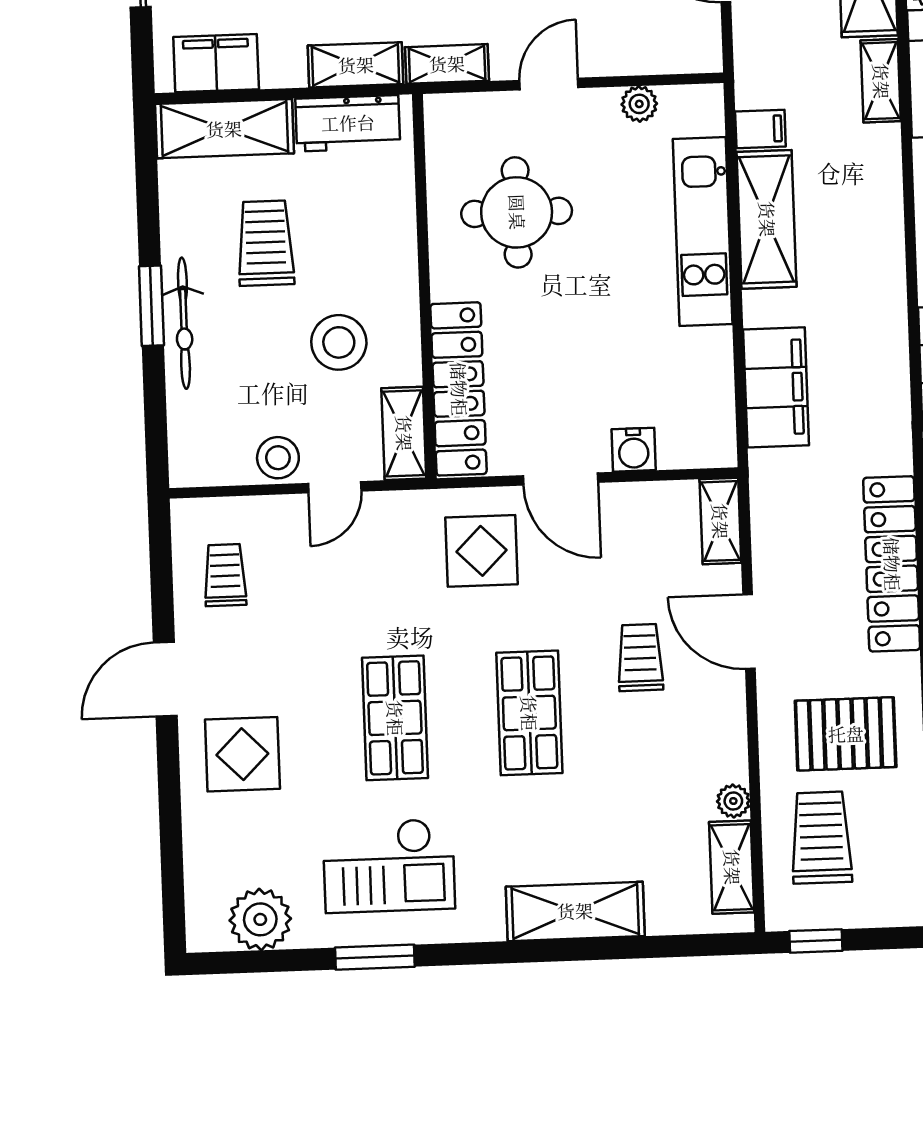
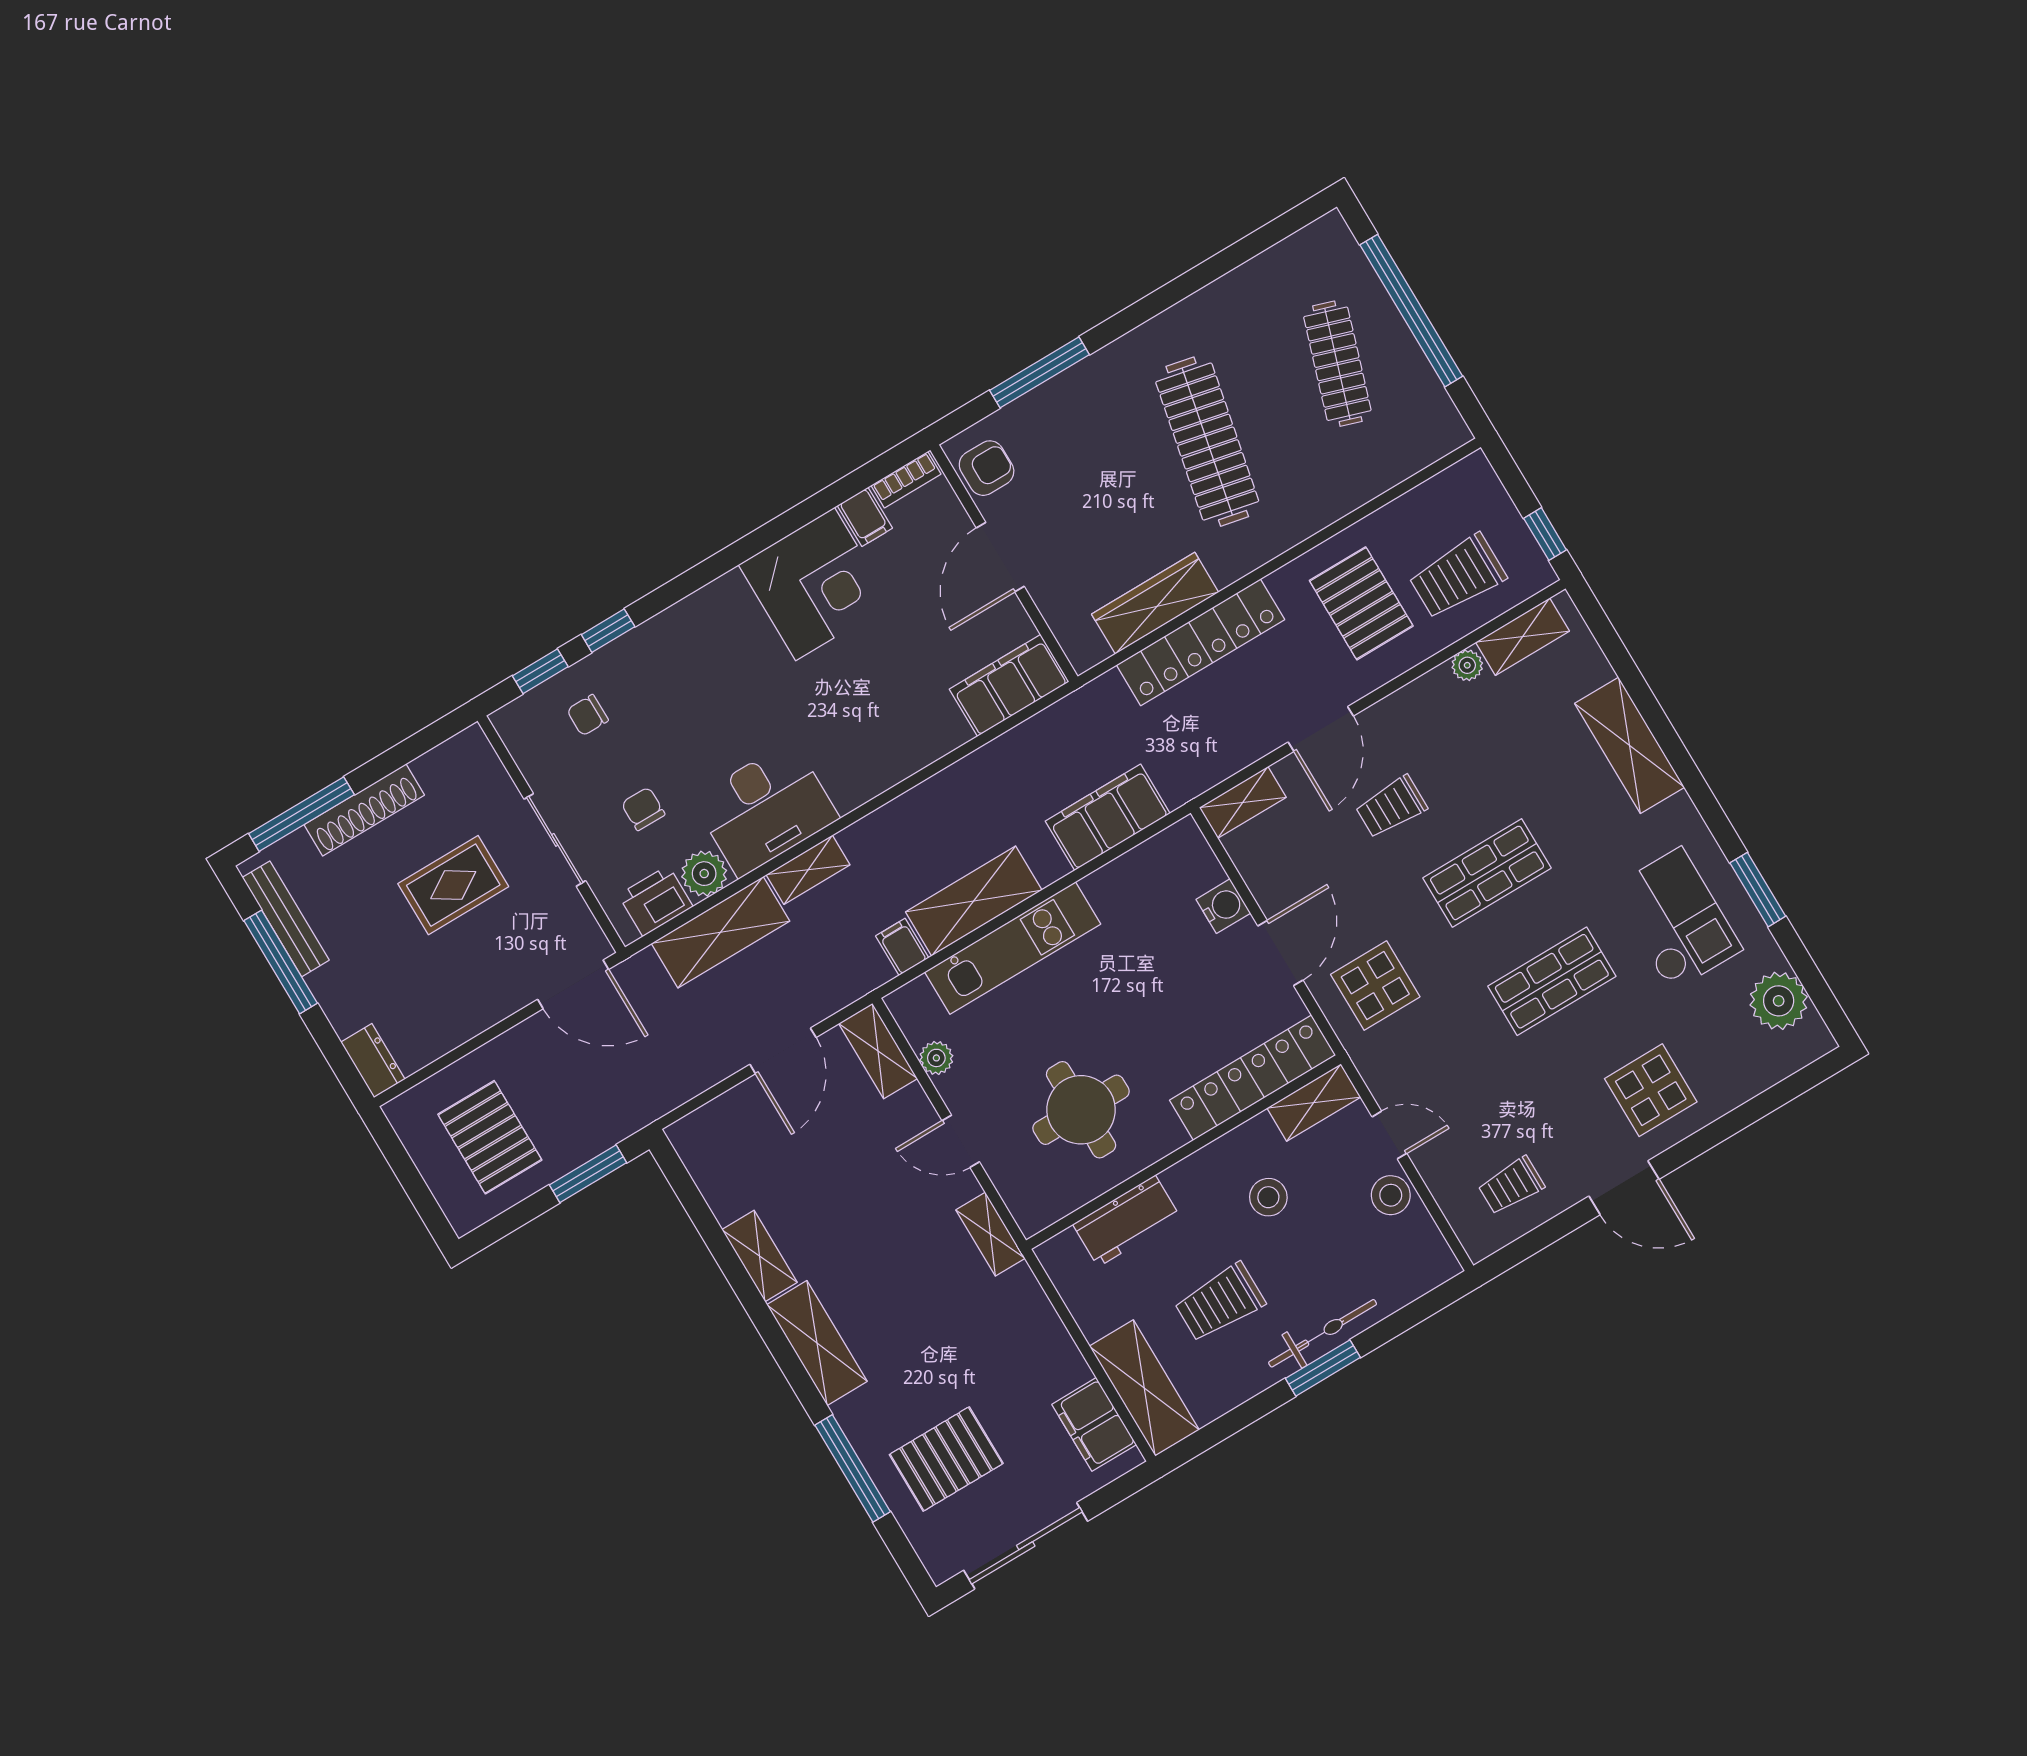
shelving: (356, 65) -> (878, 1051), moved
workbench: (348, 123) -> (1127, 1221), moved, turned 90
stool: (339, 342) -> (1268, 1197), width x0.73, depth x0.73

